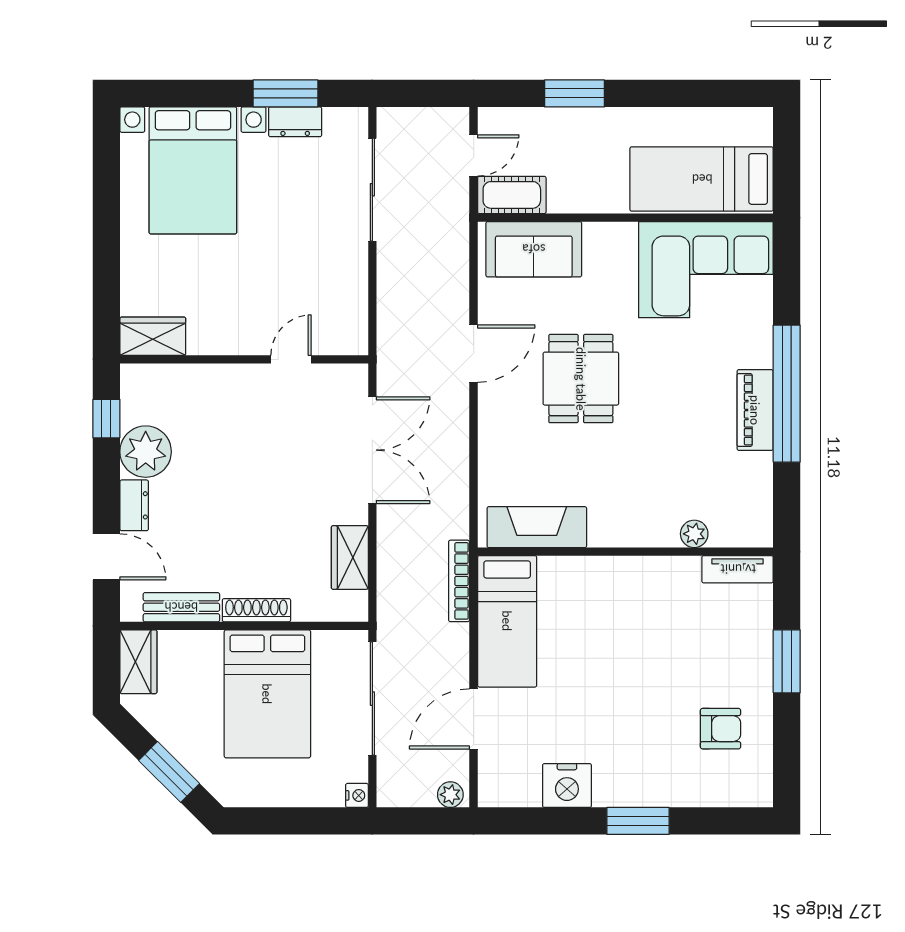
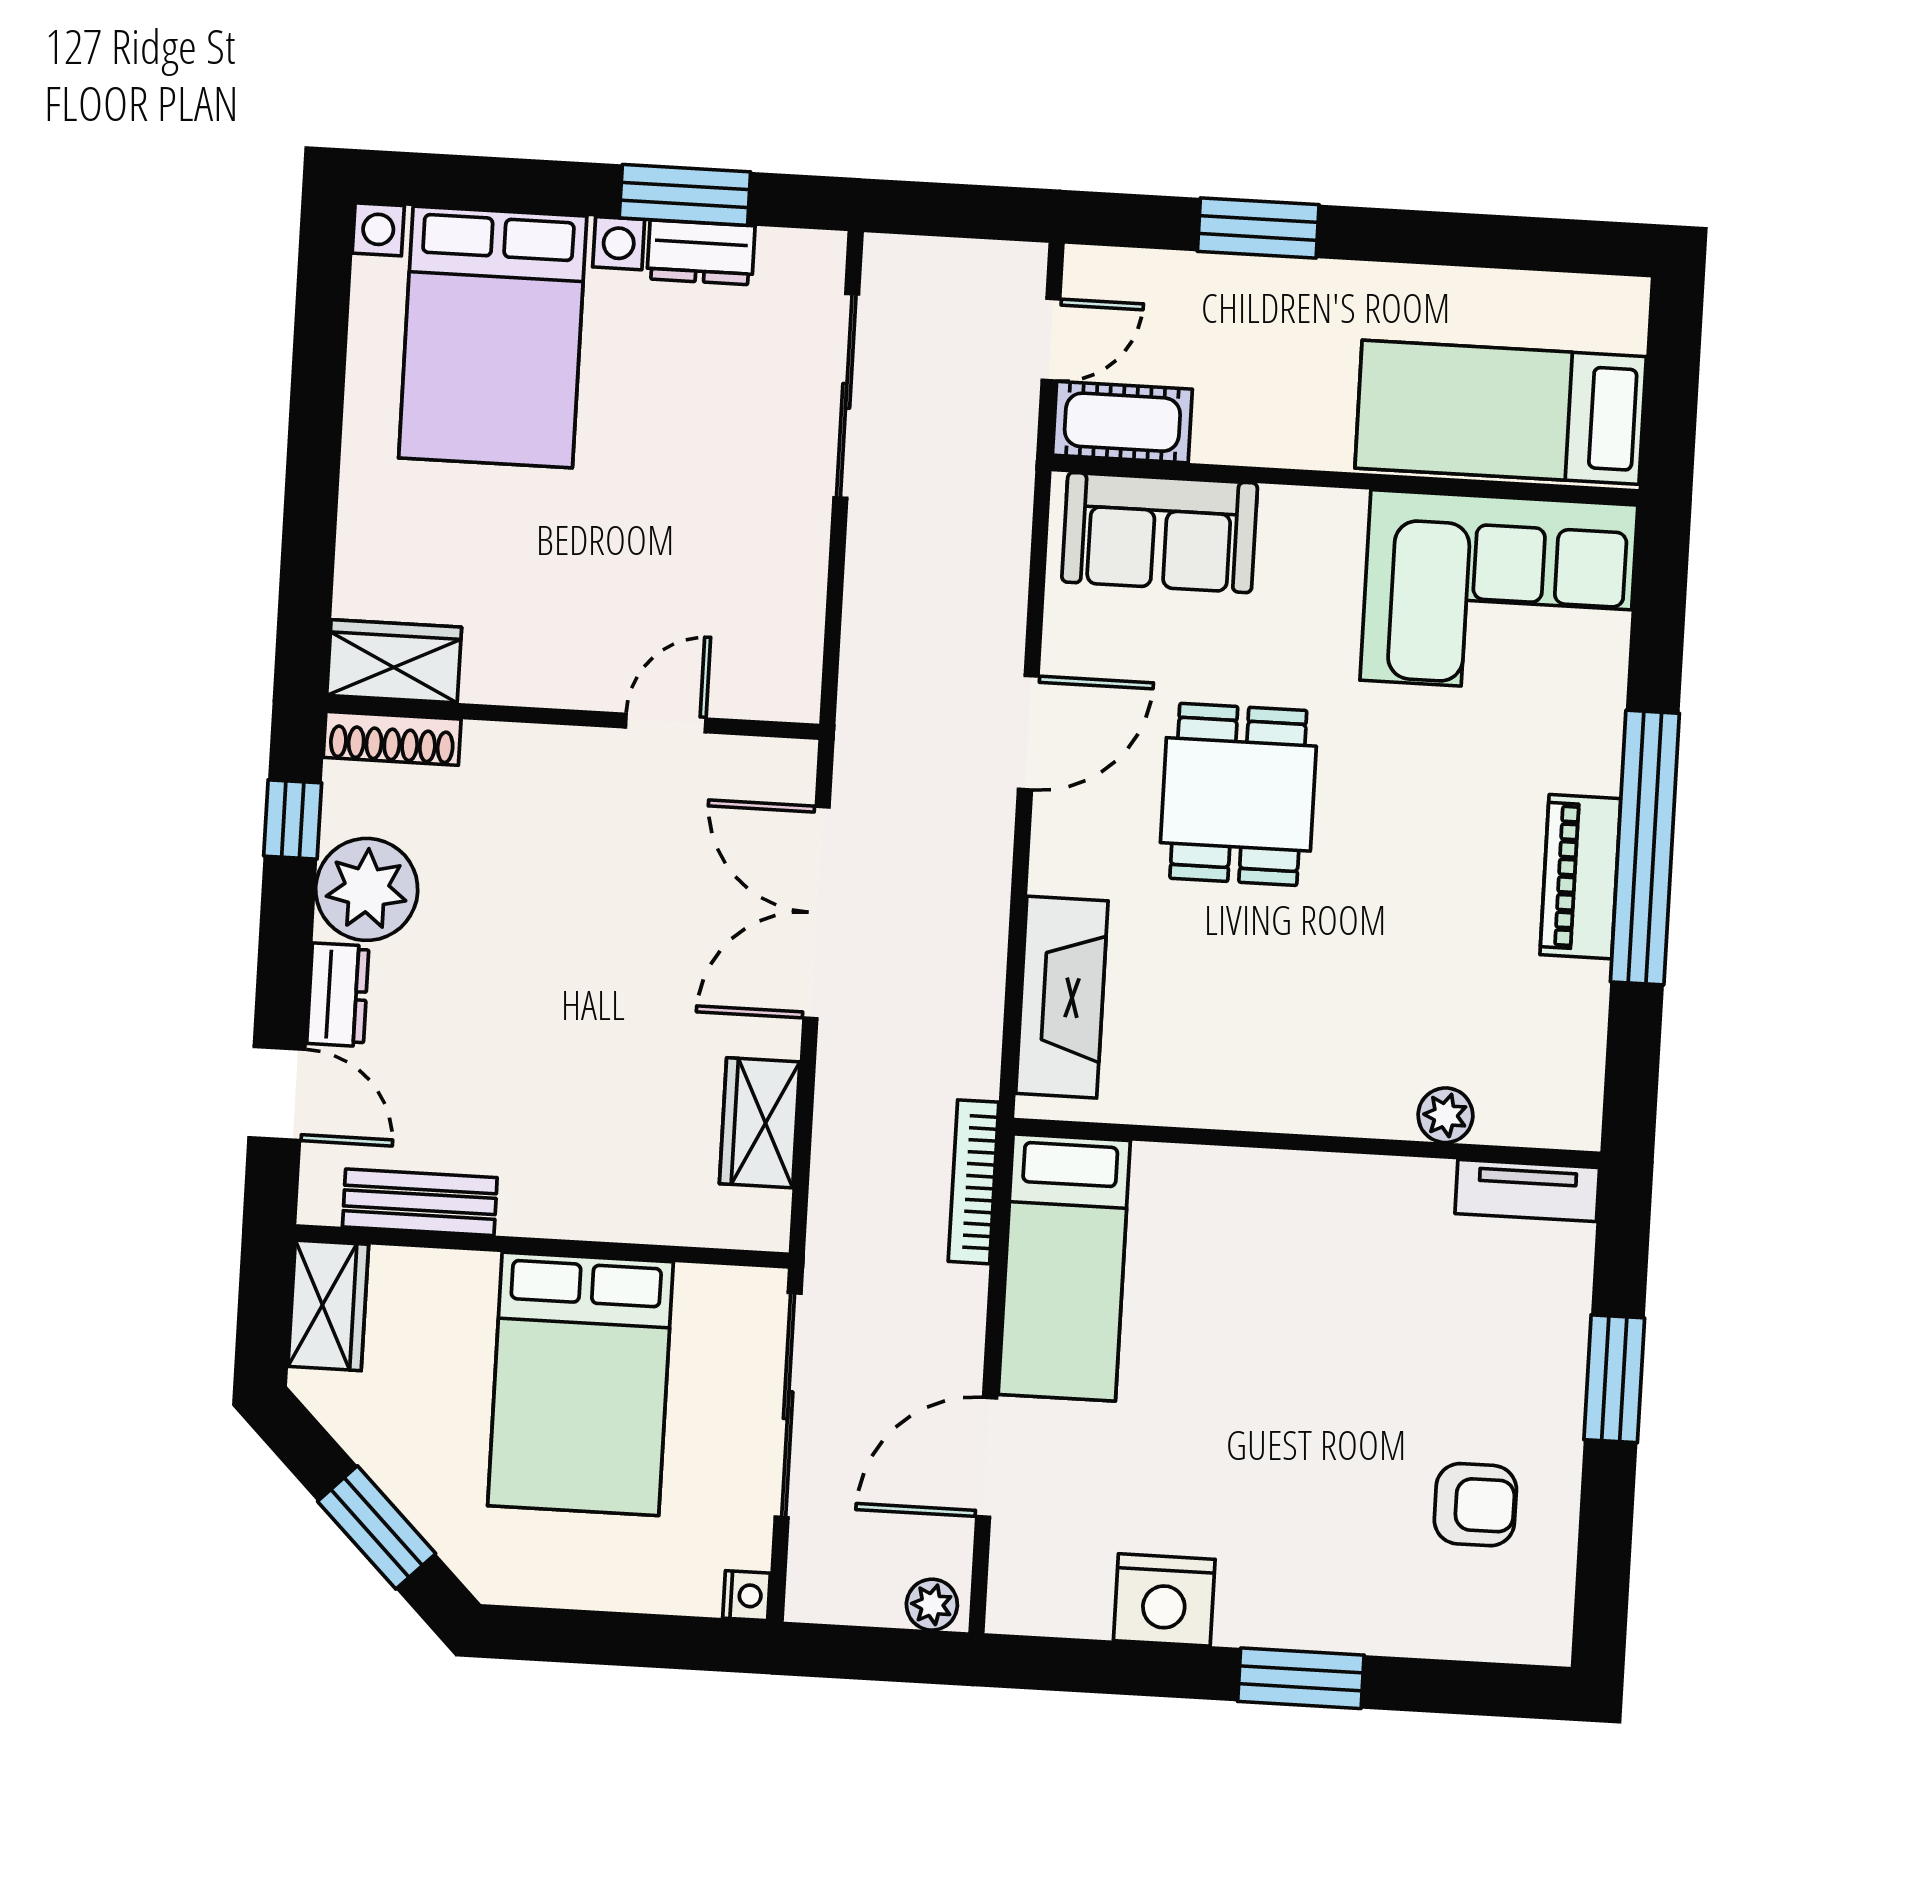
double door: (372, 450) -> (816, 912), swing flipped
fireplace: (537, 527) -> (1062, 997), moved, turned 90
shoe rack: (256, 610) -> (392, 738), moved, turned 180

